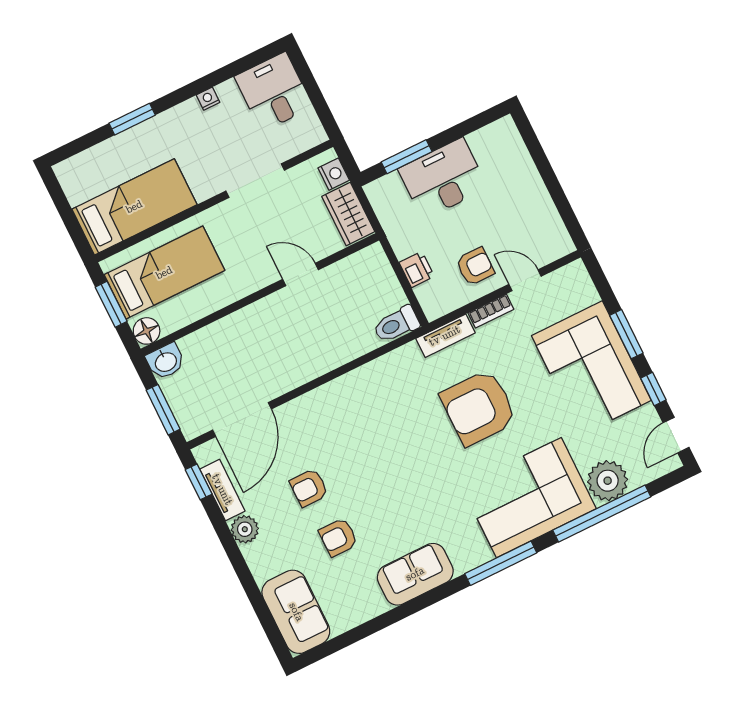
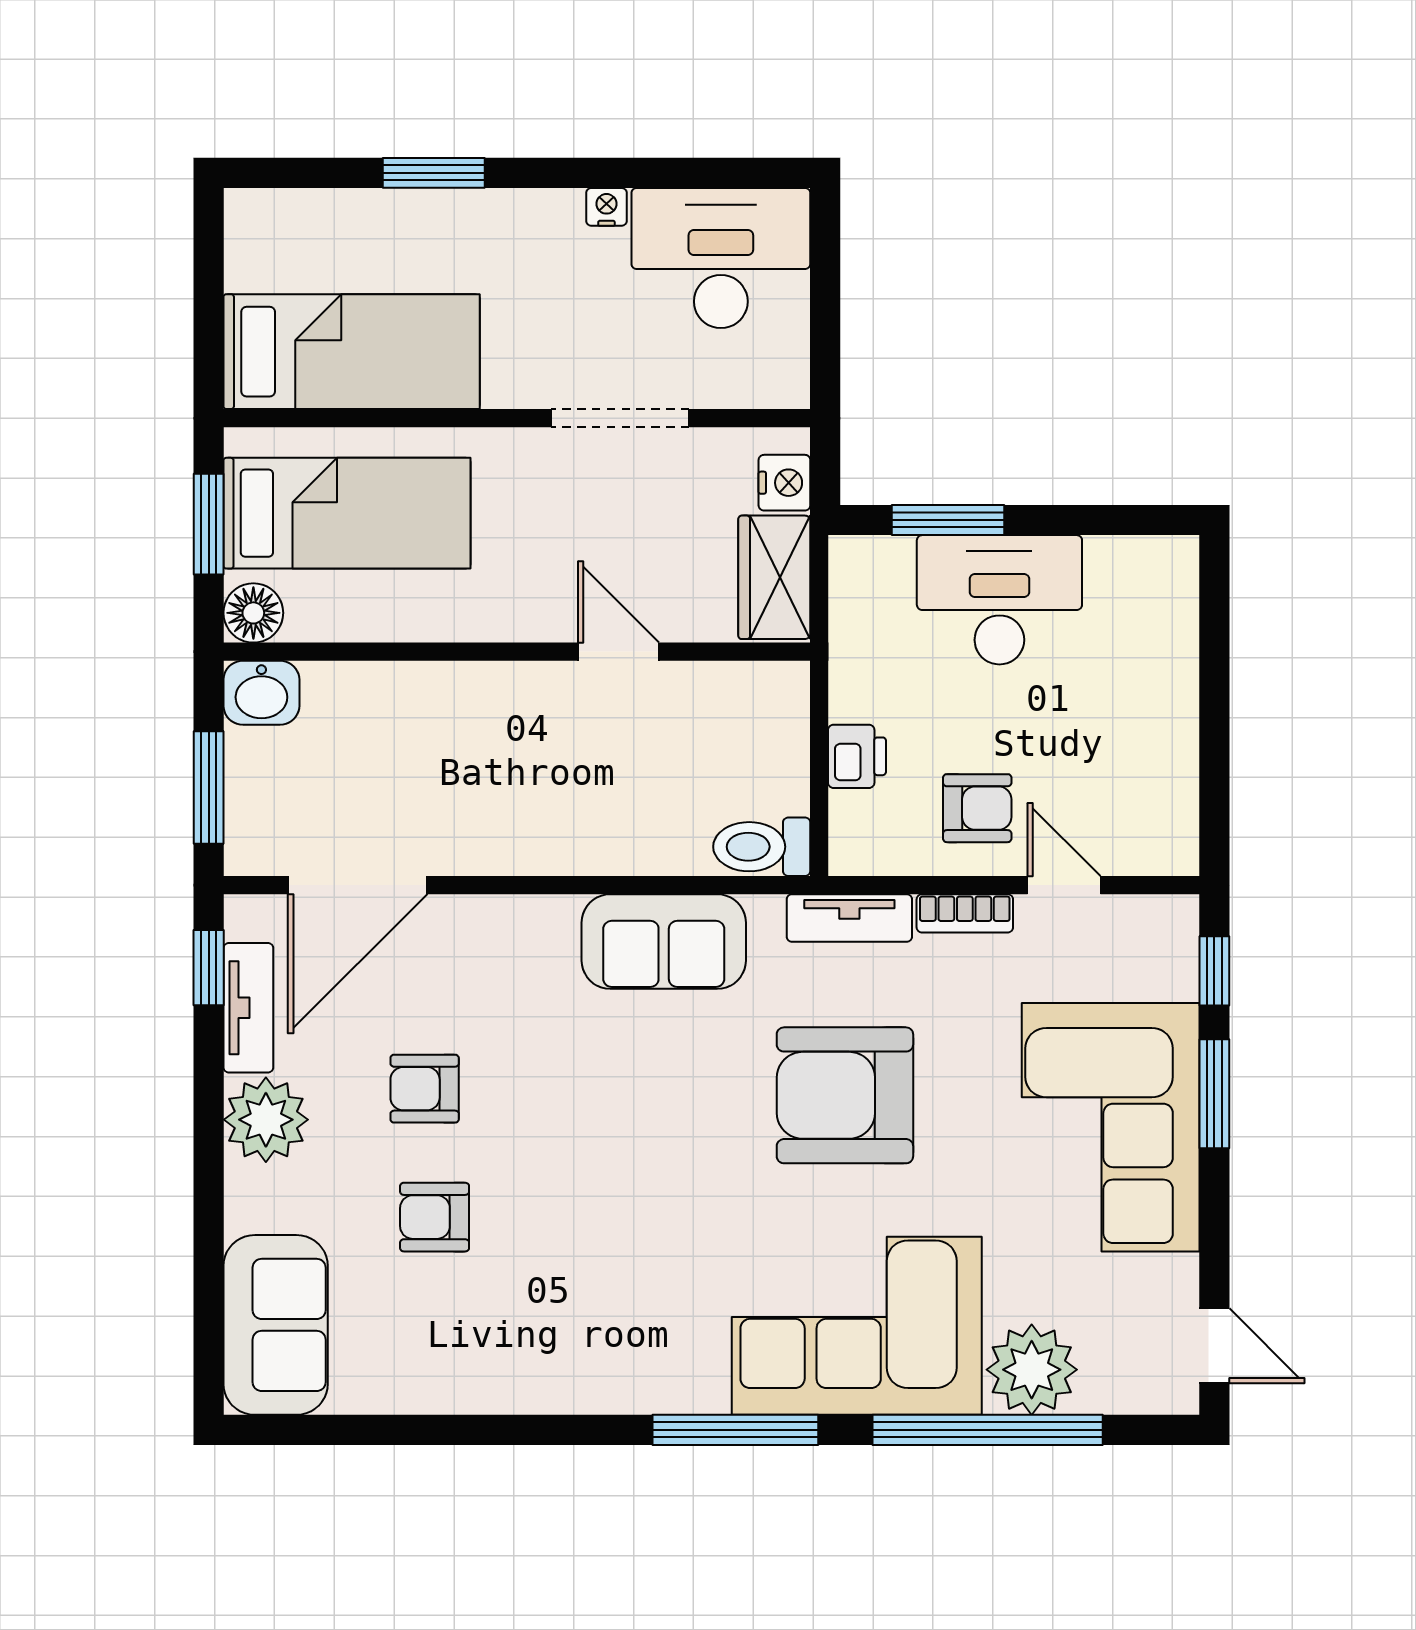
desk: (274, 92) -> (721, 258), width x1.37
window: (653, 389) -> (1214, 971), moved
door: (676, 435) -> (1214, 1346), swing flipped
plant: (245, 529) -> (266, 1120), width x1.36, depth x1.36
sofa: (415, 574) -> (664, 942), moved, turned 180

